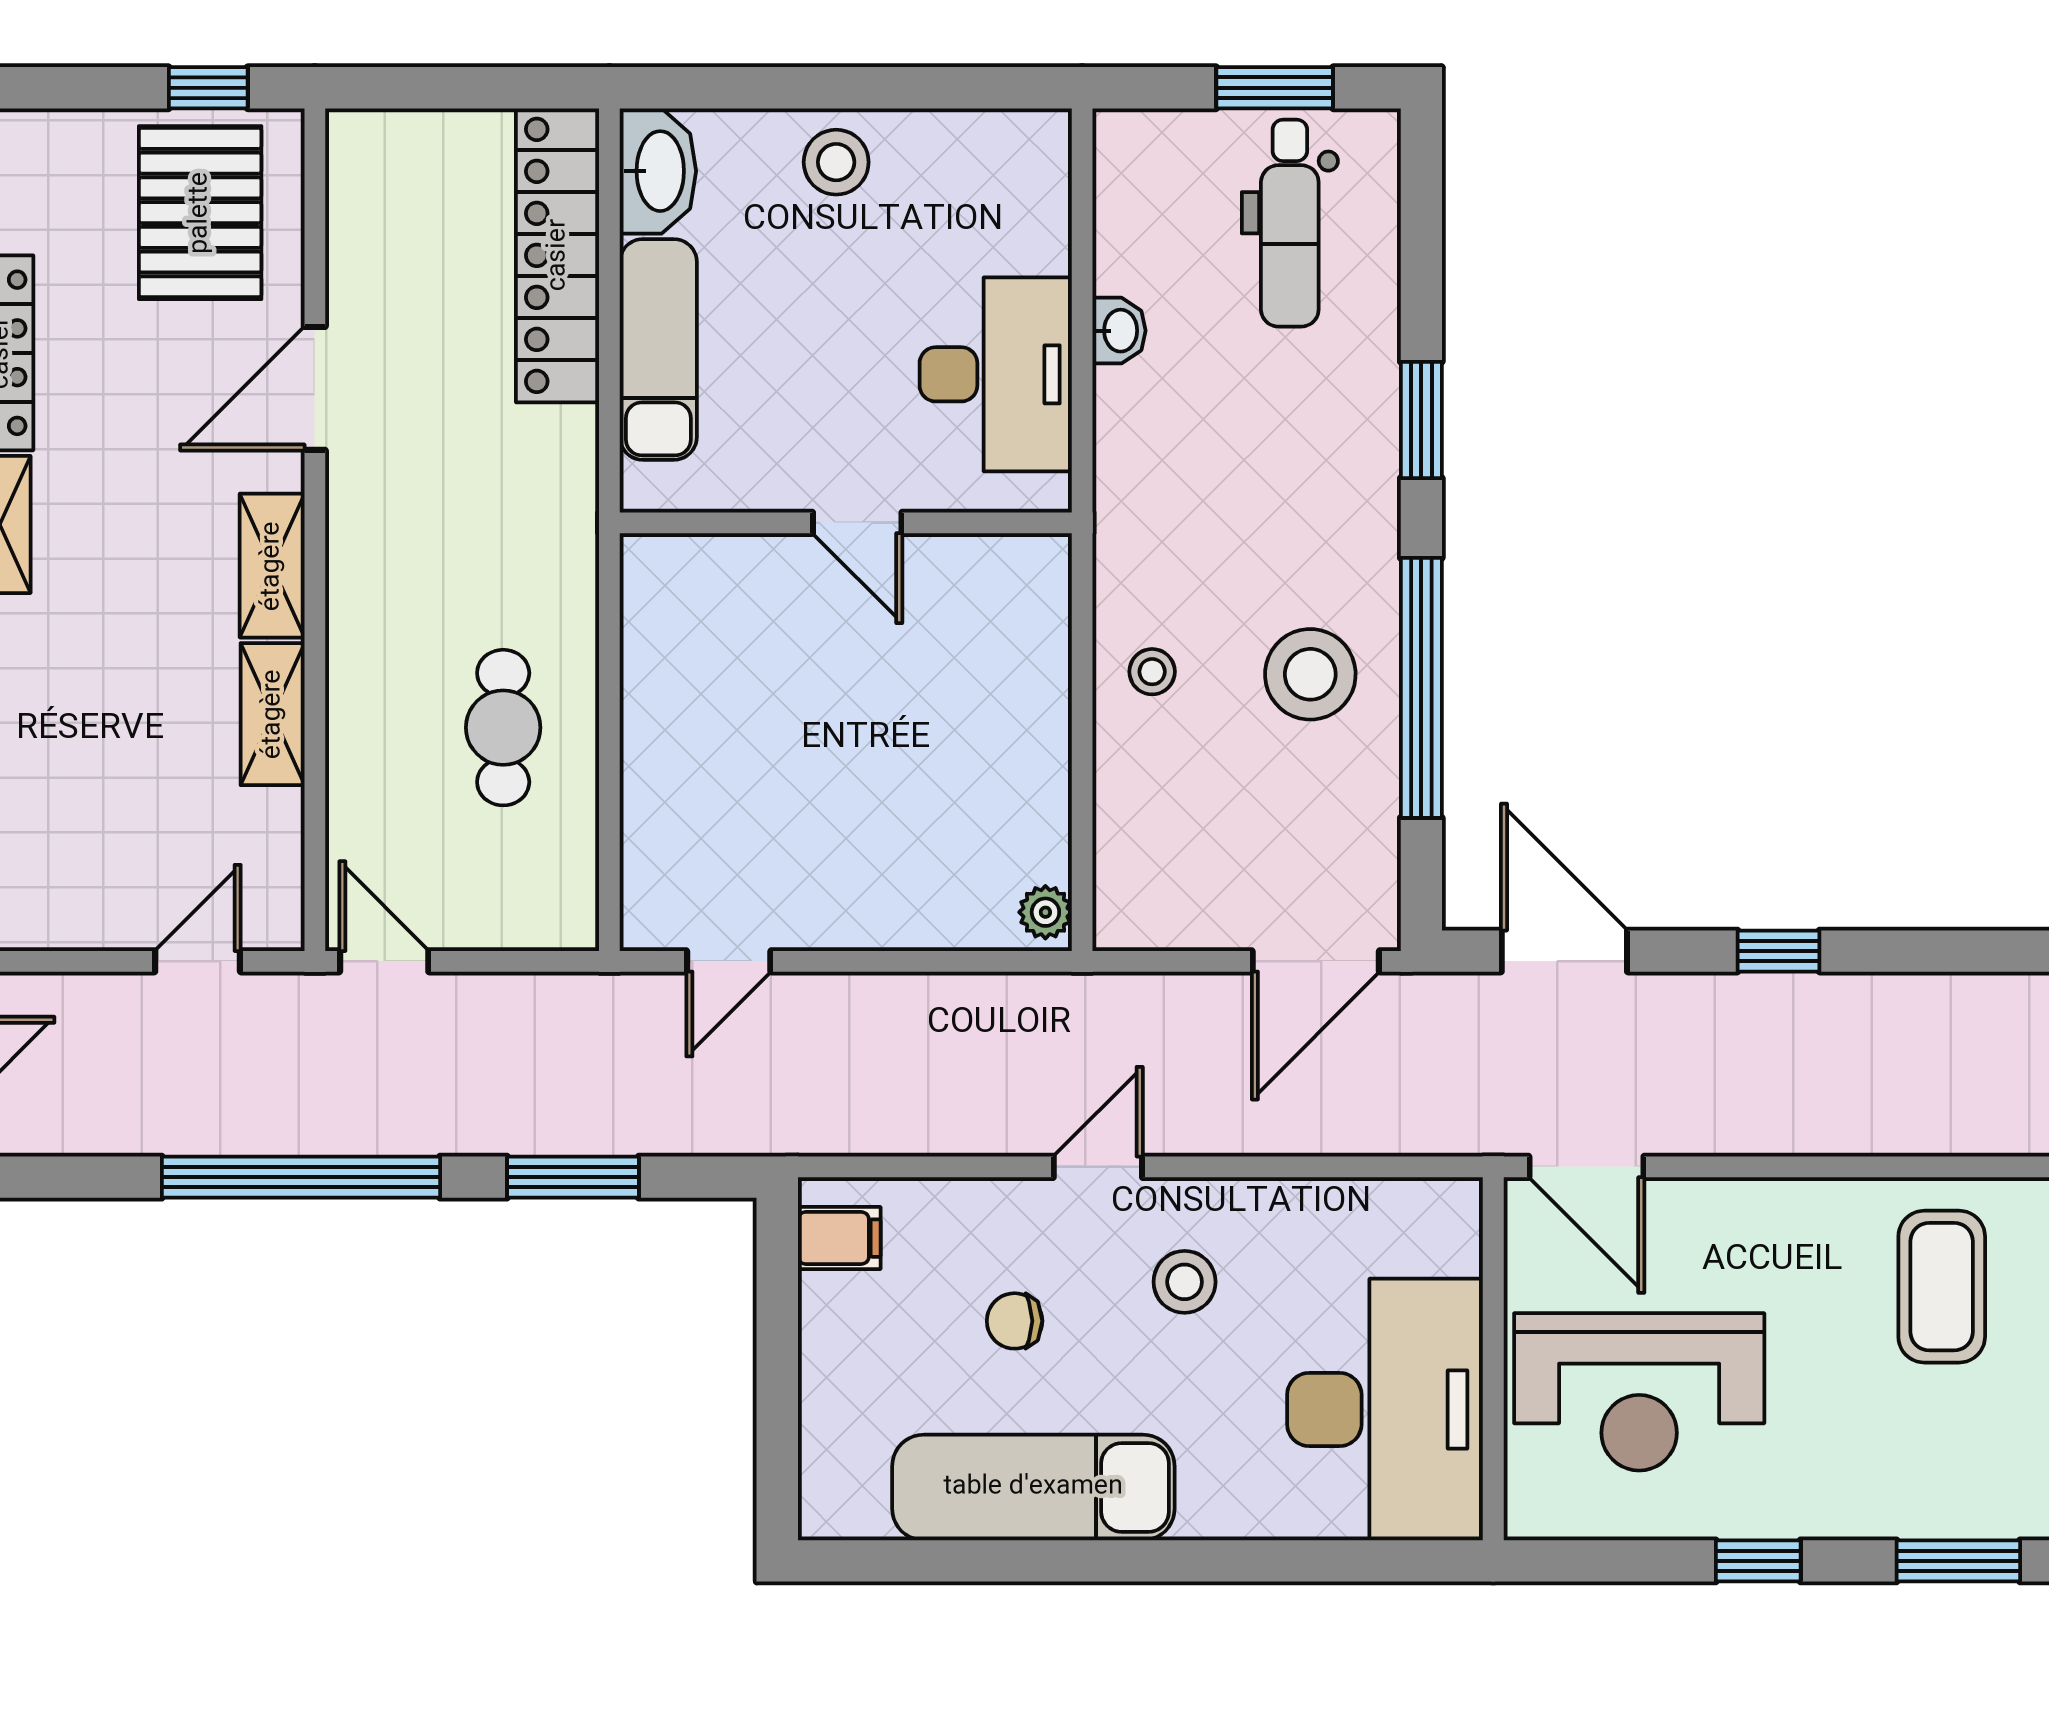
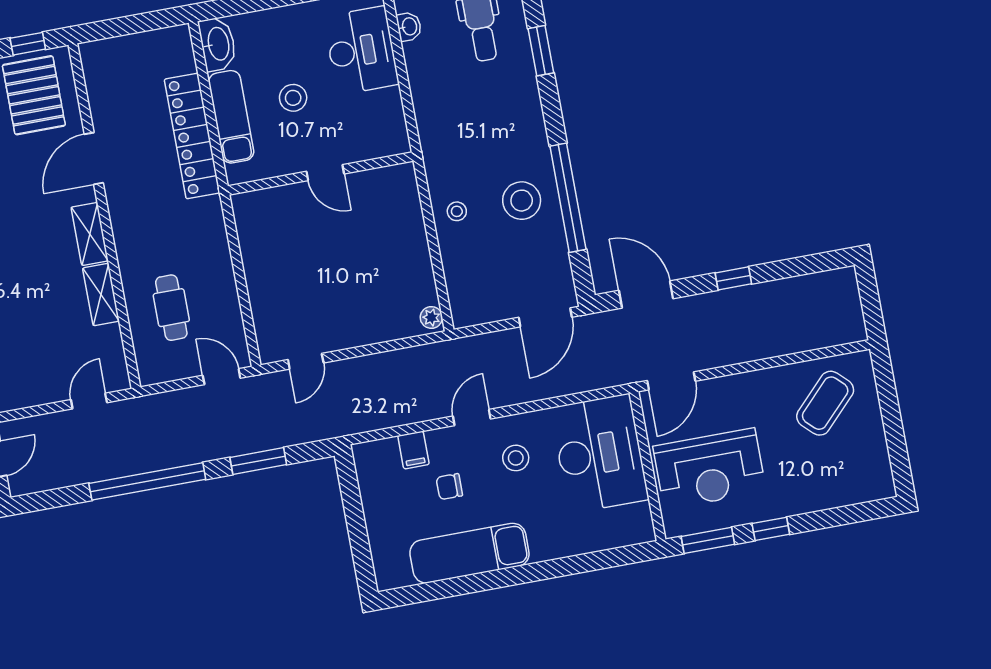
stool: (836, 162) -> (293, 98), moved
locker: (558, 255) -> (192, 136), moved
washbasin: (1119, 331) -> (409, 27), moved
desk: (996, 374) -> (361, 50), moved
window: (1421, 420) -> (541, 51), moved
cafe table: (503, 728) -> (171, 308), moved
door: (384, 961) -> (222, 377), moved
door: (1586, 1167) -> (671, 381), hinge flipped
filing cabinet: (839, 1238) -> (413, 450), moved, turned 90
coffee table: (1942, 1287) -> (825, 403), turned 44
desk: (1385, 1409) -> (600, 454), moved
window: (1958, 1561) -> (708, 540), moved

